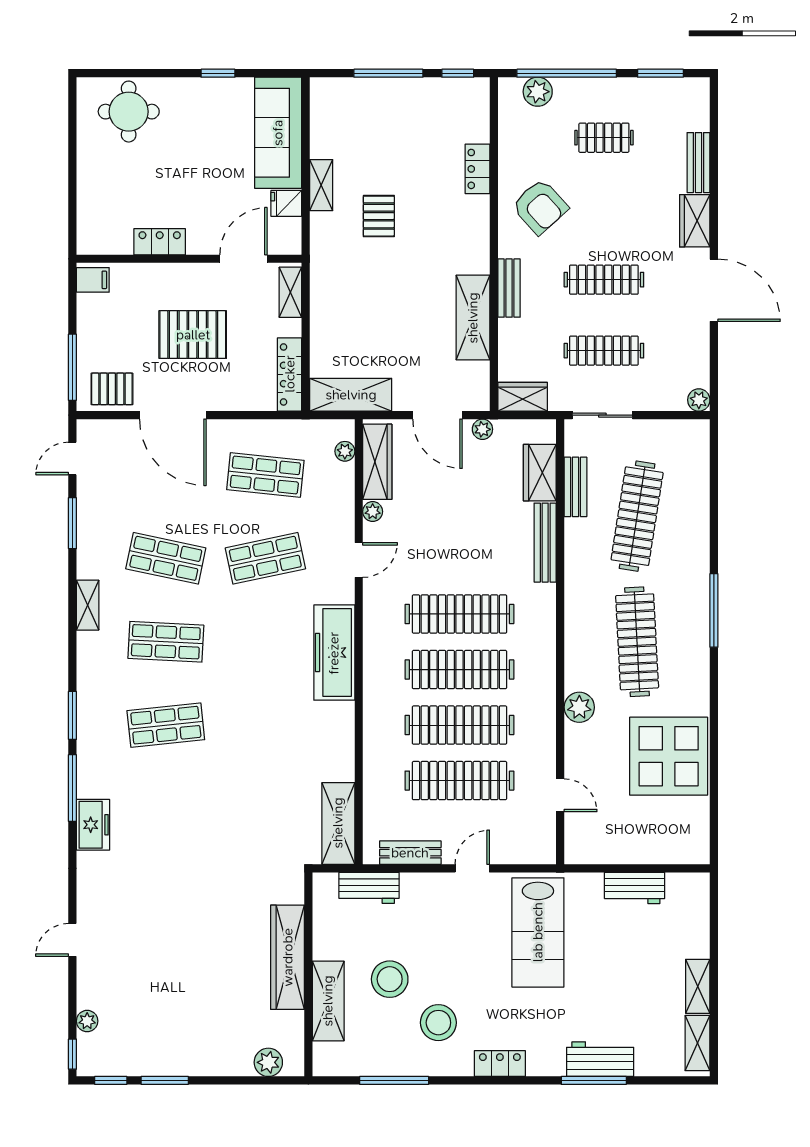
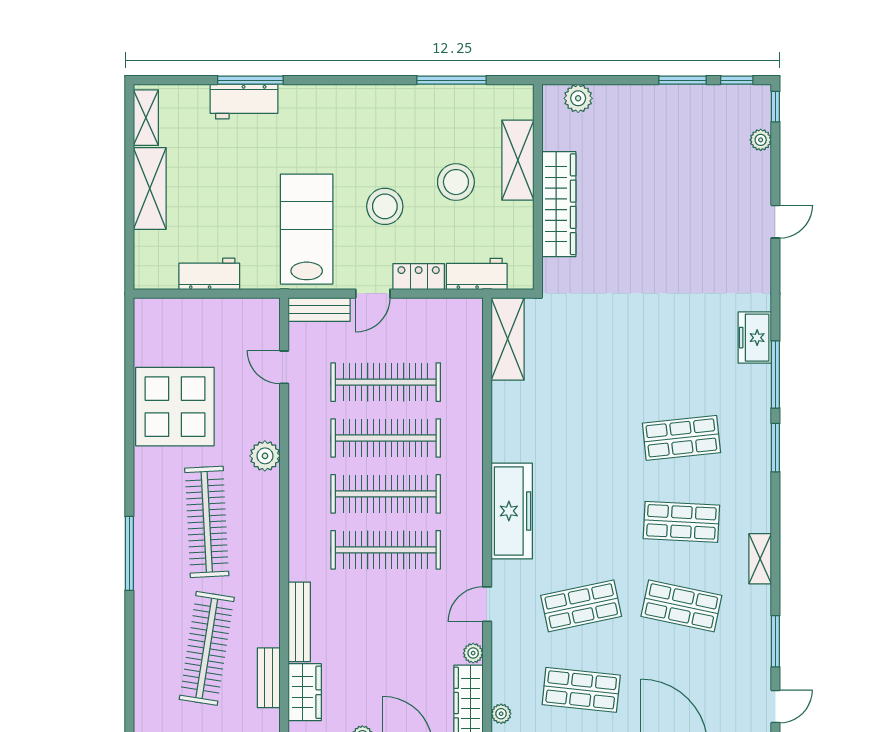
bench: (410, 853) -> (319, 309), moved
shelving: (698, 986) -> (150, 188), width x1.50, depth x1.33
stool: (438, 1023) -> (385, 206), moved
locker: (500, 1064) -> (419, 277), moved, turned 180

